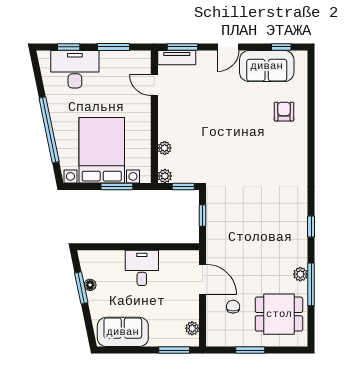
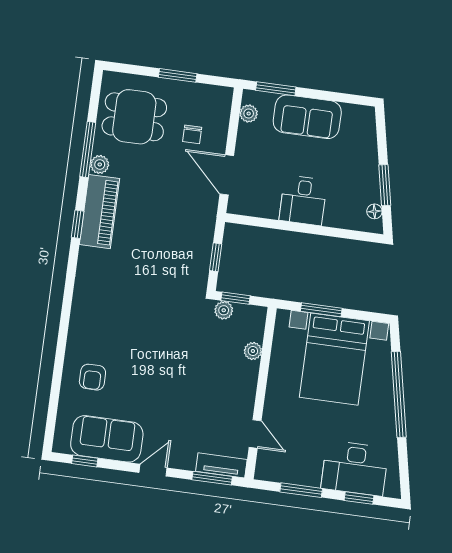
plant: (165, 176) -> (224, 310), moved
piano: (296, 238) -> (99, 212), added
floor lamp: (90, 285) -> (374, 211), moved
sofa: (123, 332) -> (307, 117), moved

